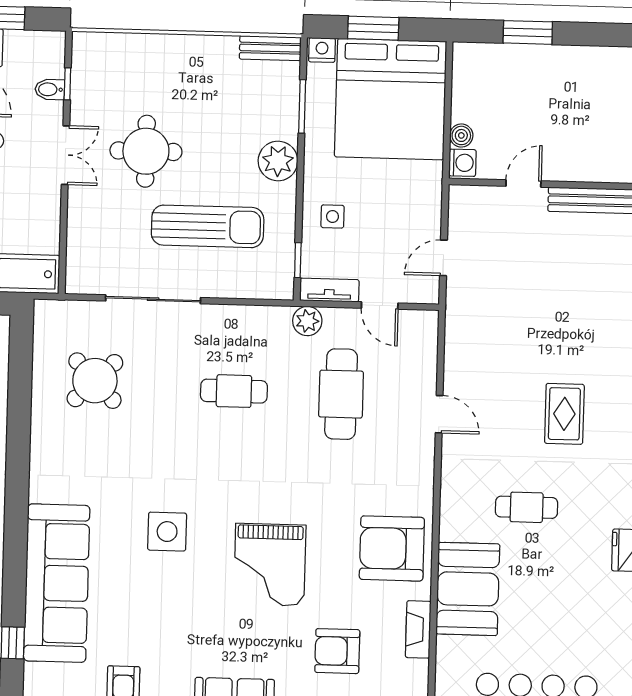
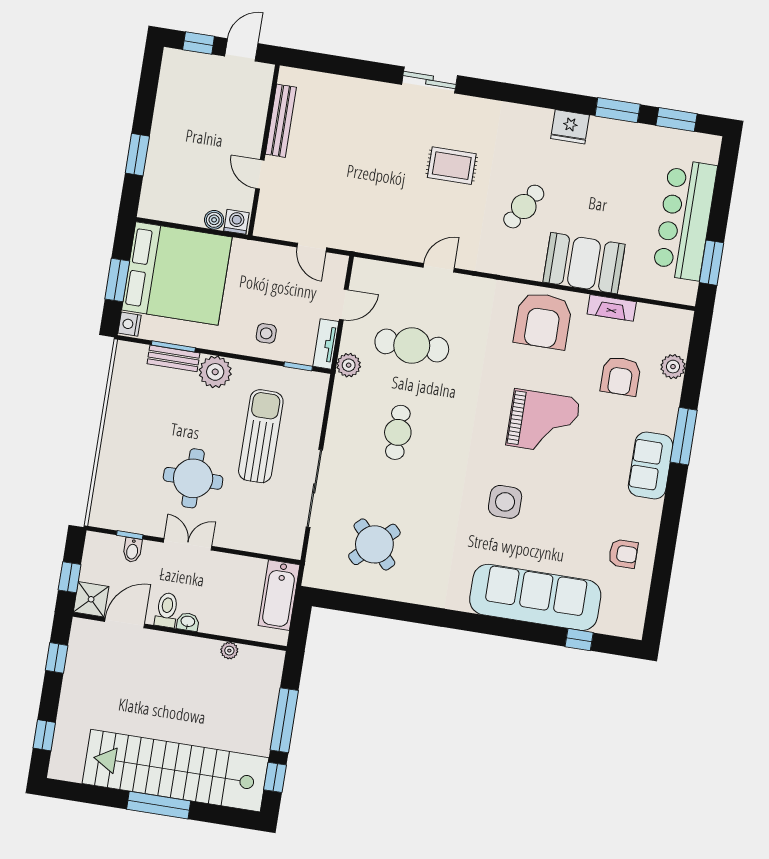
bench: (270, 48) -> (173, 358), moved, turned 90
cafe table: (527, 507) -> (524, 207), turned 32

